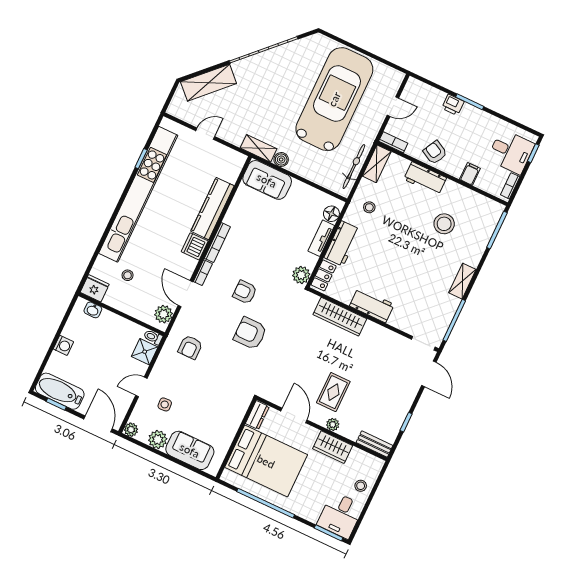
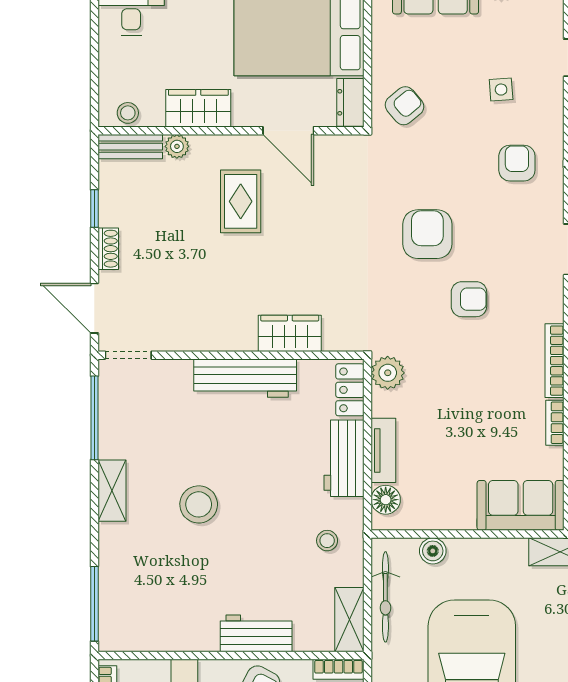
boiler: (281, 160) -> (433, 551), moved
stool: (444, 224) -> (199, 504), moved
bookcase: (203, 273) -> (555, 423), moved
workbench: (372, 305) -> (245, 378), width x1.38
wardrobe: (340, 317) -> (290, 333), width x0.67
armchair: (250, 333) -> (427, 234), turned -90
shoe rack: (409, 400) -> (108, 249), added
armchair: (232, 401) -> (404, 106), added
side table: (165, 404) -> (501, 90), moved
plant: (333, 424) -> (177, 146), moved
stool: (361, 486) -> (128, 113), moved

